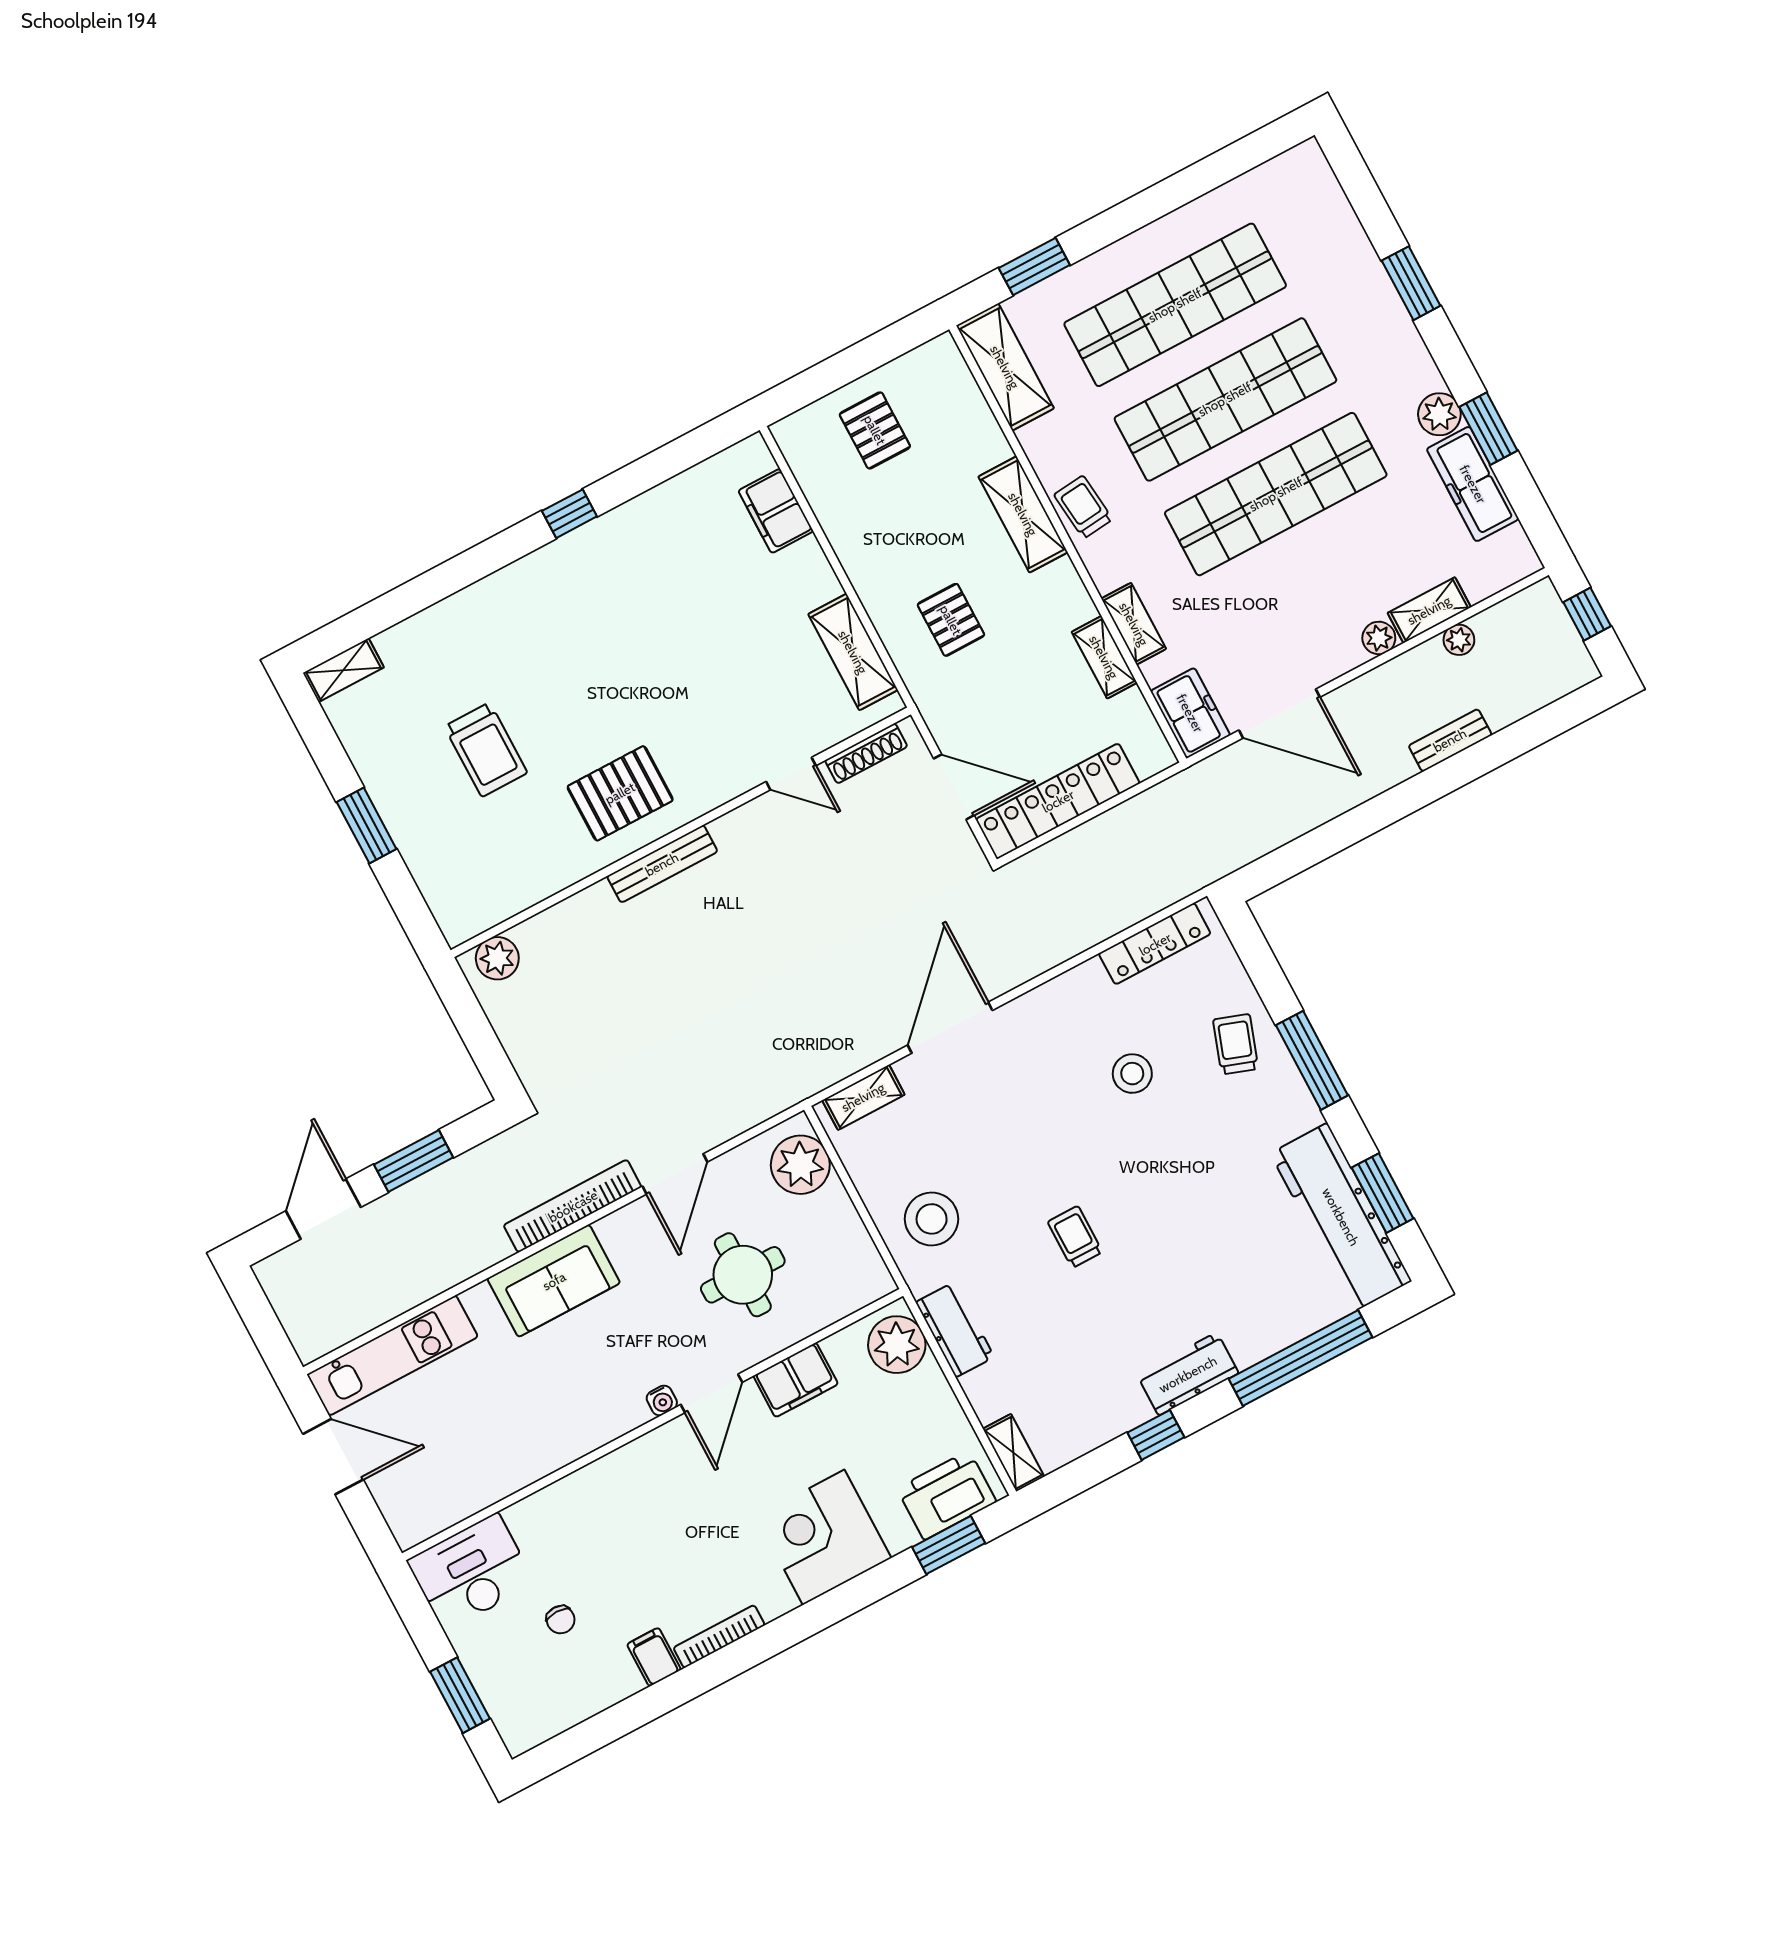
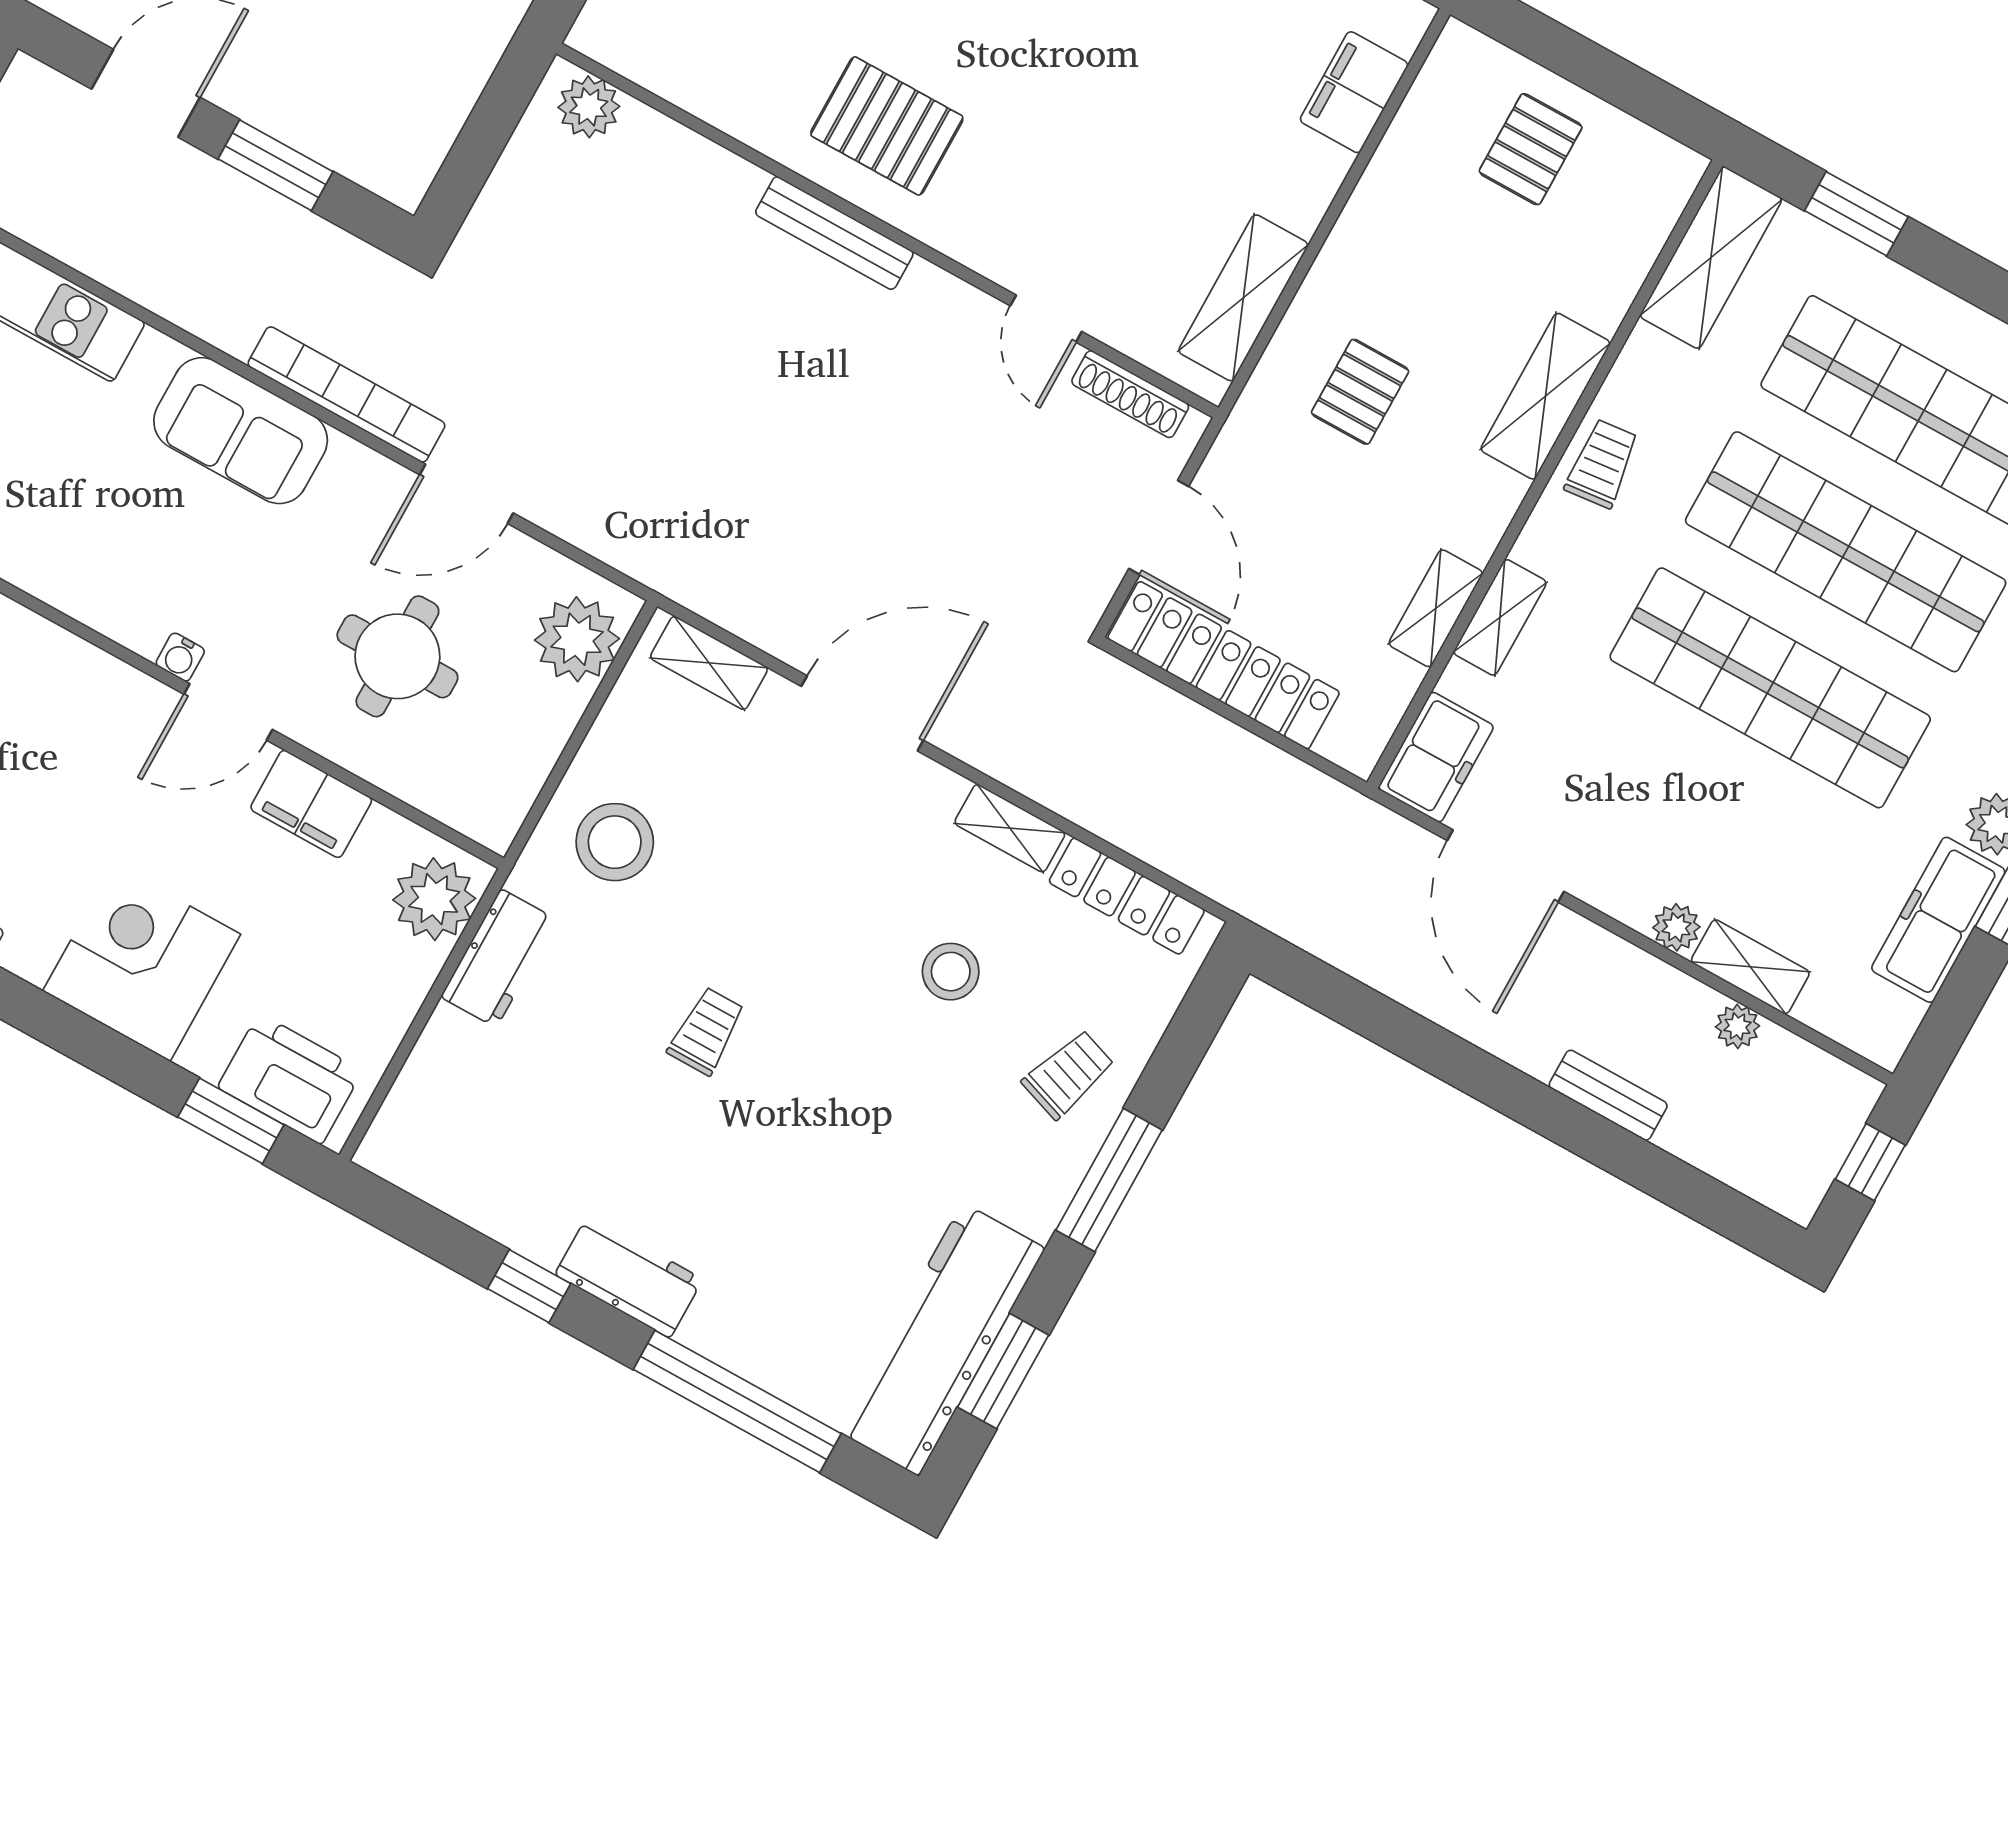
shelving: (1014, 1453) -> (1010, 828), moved, turned 90

